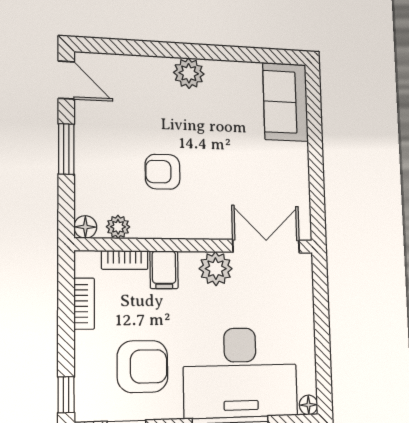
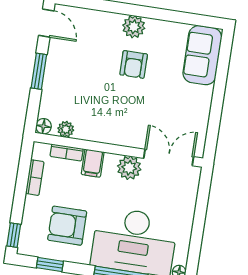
armchair: (163, 172) -> (134, 64), moved, turned -90
armchair: (143, 367) -> (67, 226), turned 180

